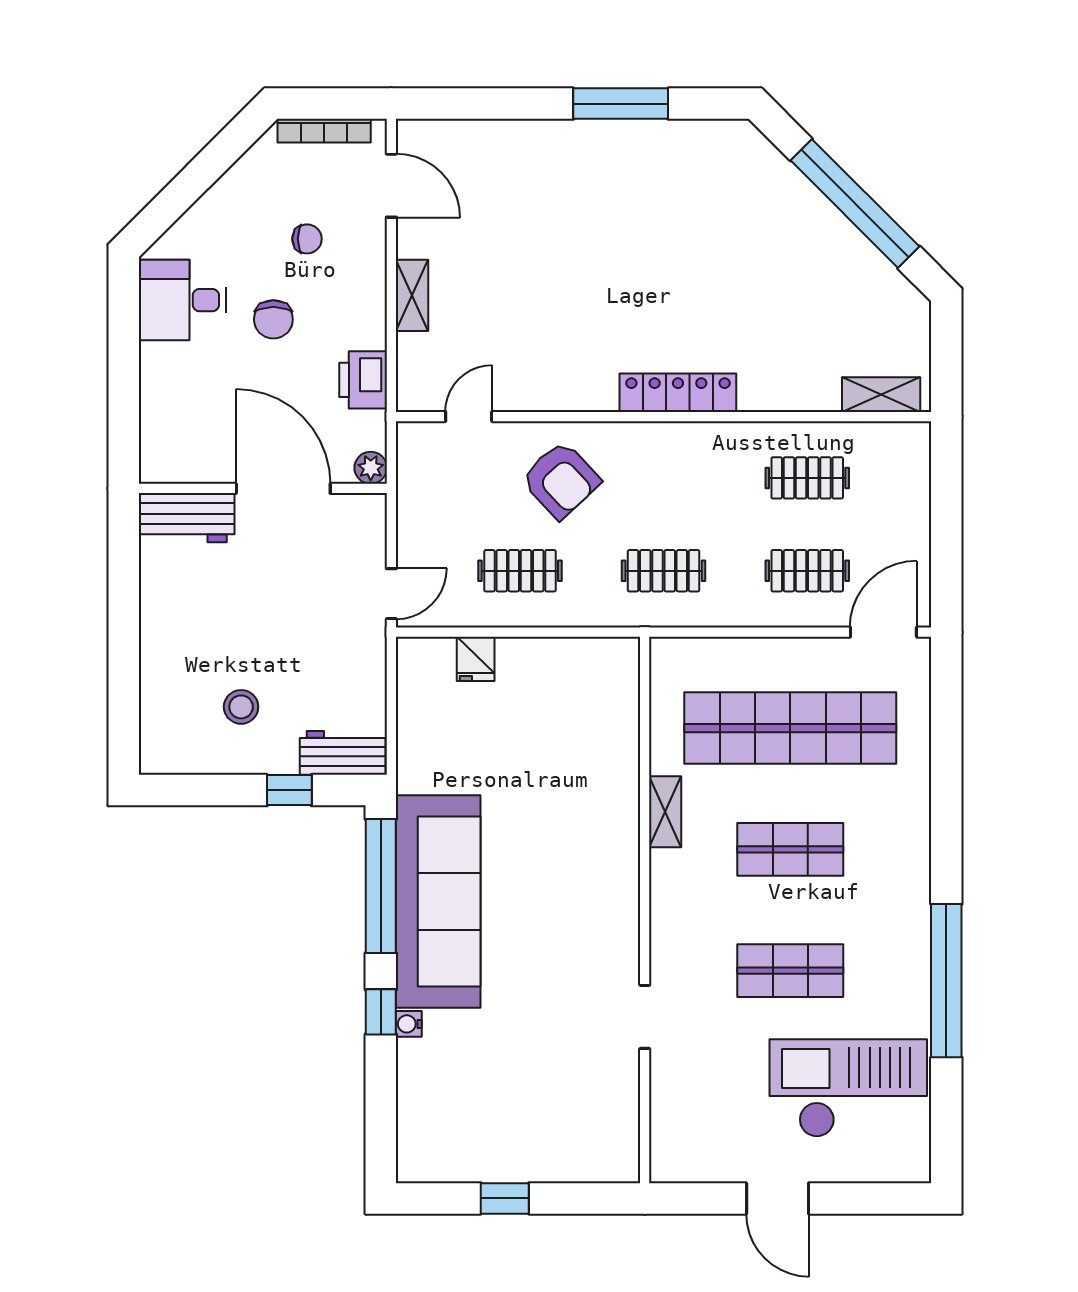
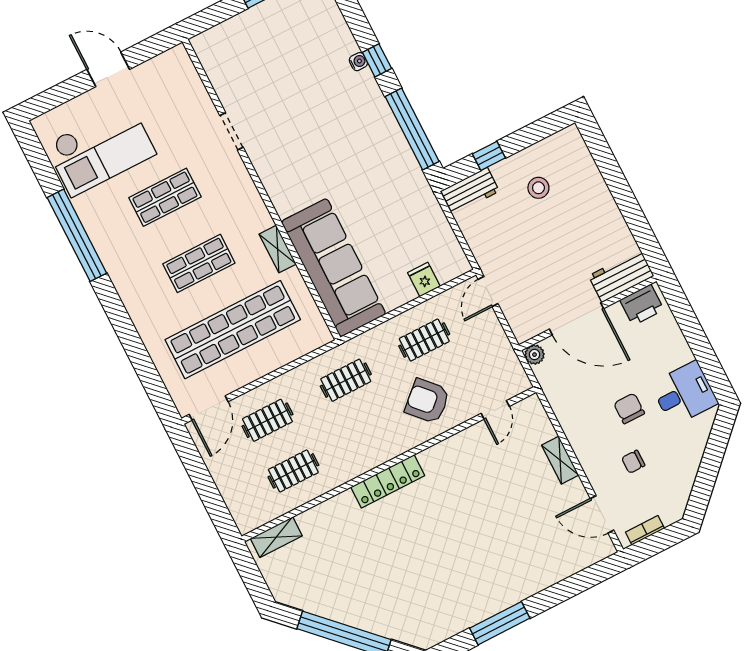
bookcase: (324, 131) -> (645, 530), width x0.64
printer: (363, 380) -> (642, 305), moved, turned 90
sofa: (438, 901) -> (334, 268), moved, turned 180

